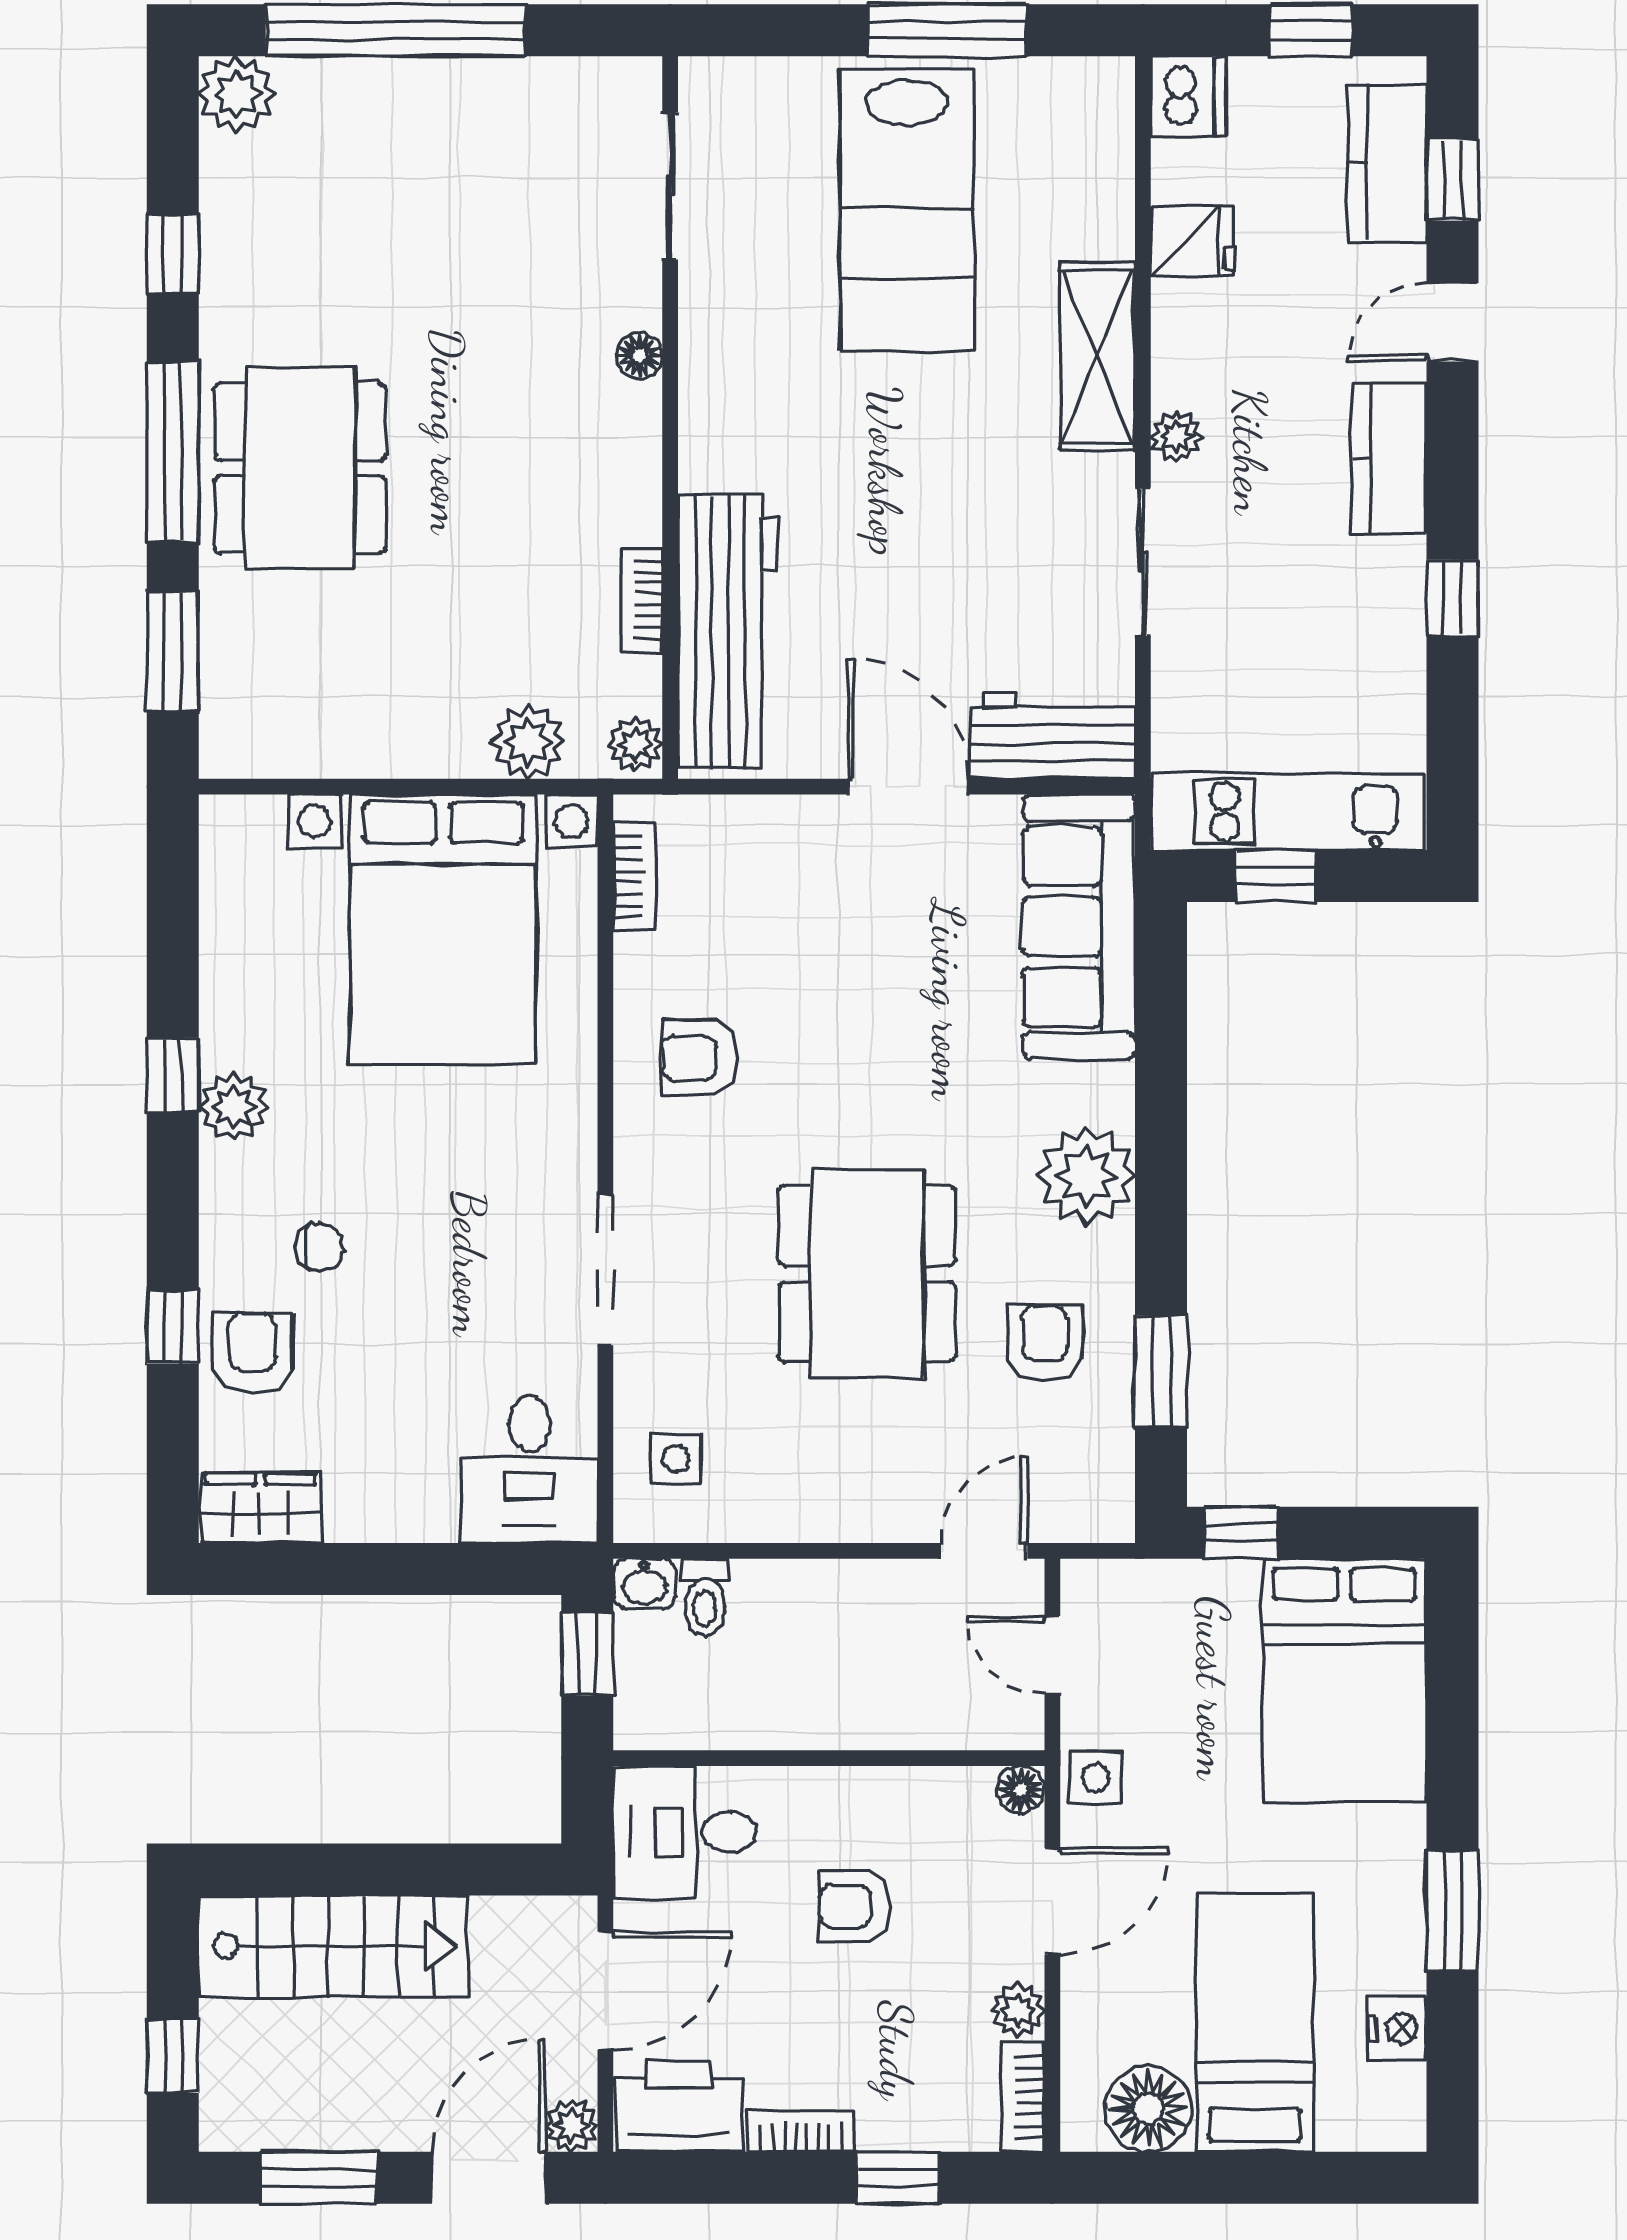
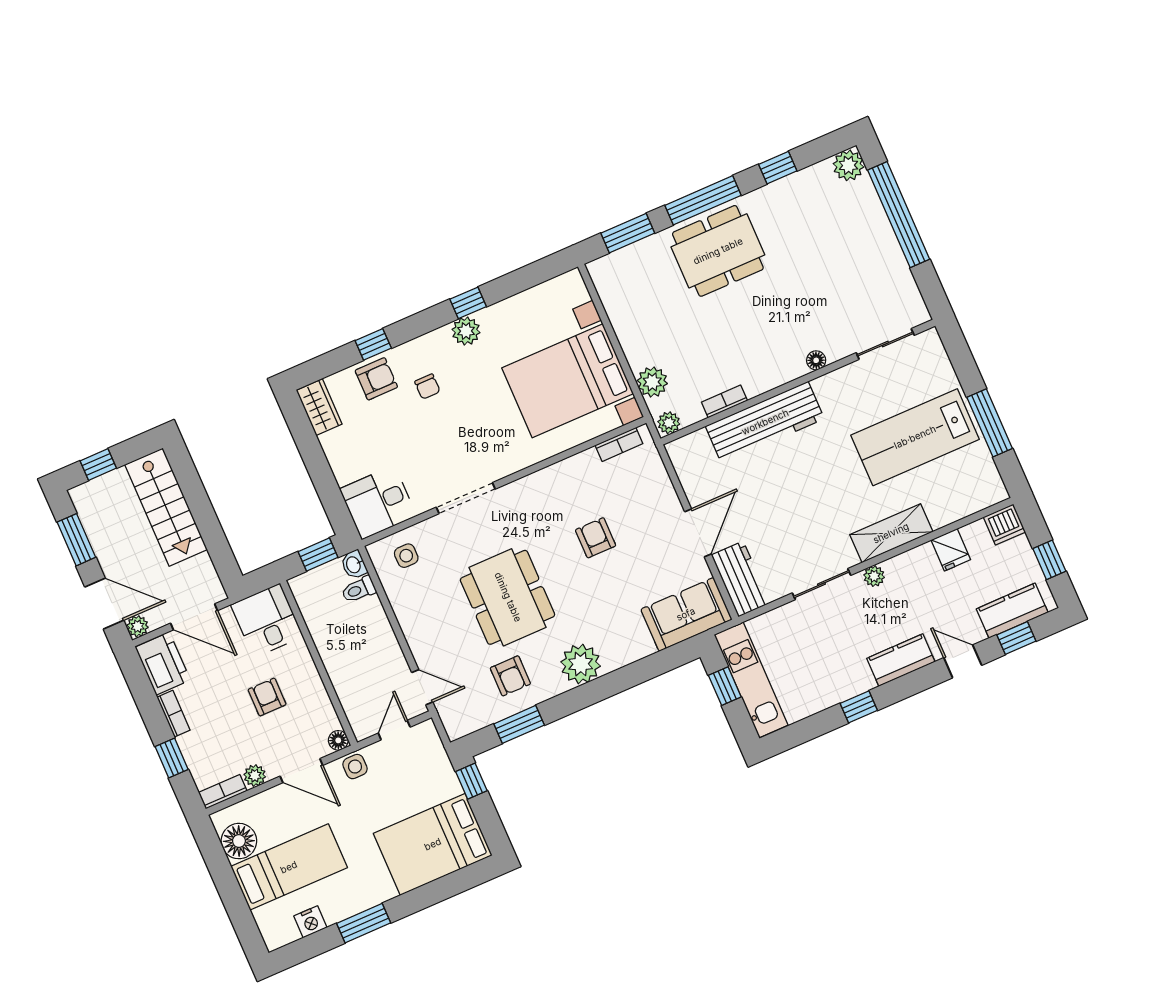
workbench: (728, 632) -> (765, 422), moved
sofa: (1079, 927) -> (686, 614), width x0.73
armchair: (700, 1058) -> (596, 538), moved
dining table: (867, 1274) -> (508, 597), turned 90
armchair: (1045, 1344) -> (510, 676), turned 90

